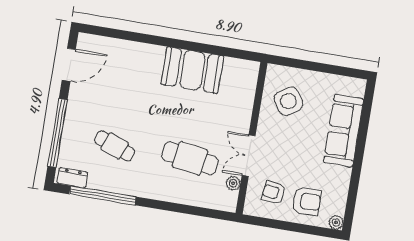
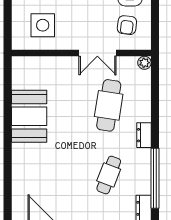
side table: (289, 101) -> (43, 25), turned 35
plant: (233, 183) -> (144, 63), moved
dresser: (151, 191) -> (144, 135), added

